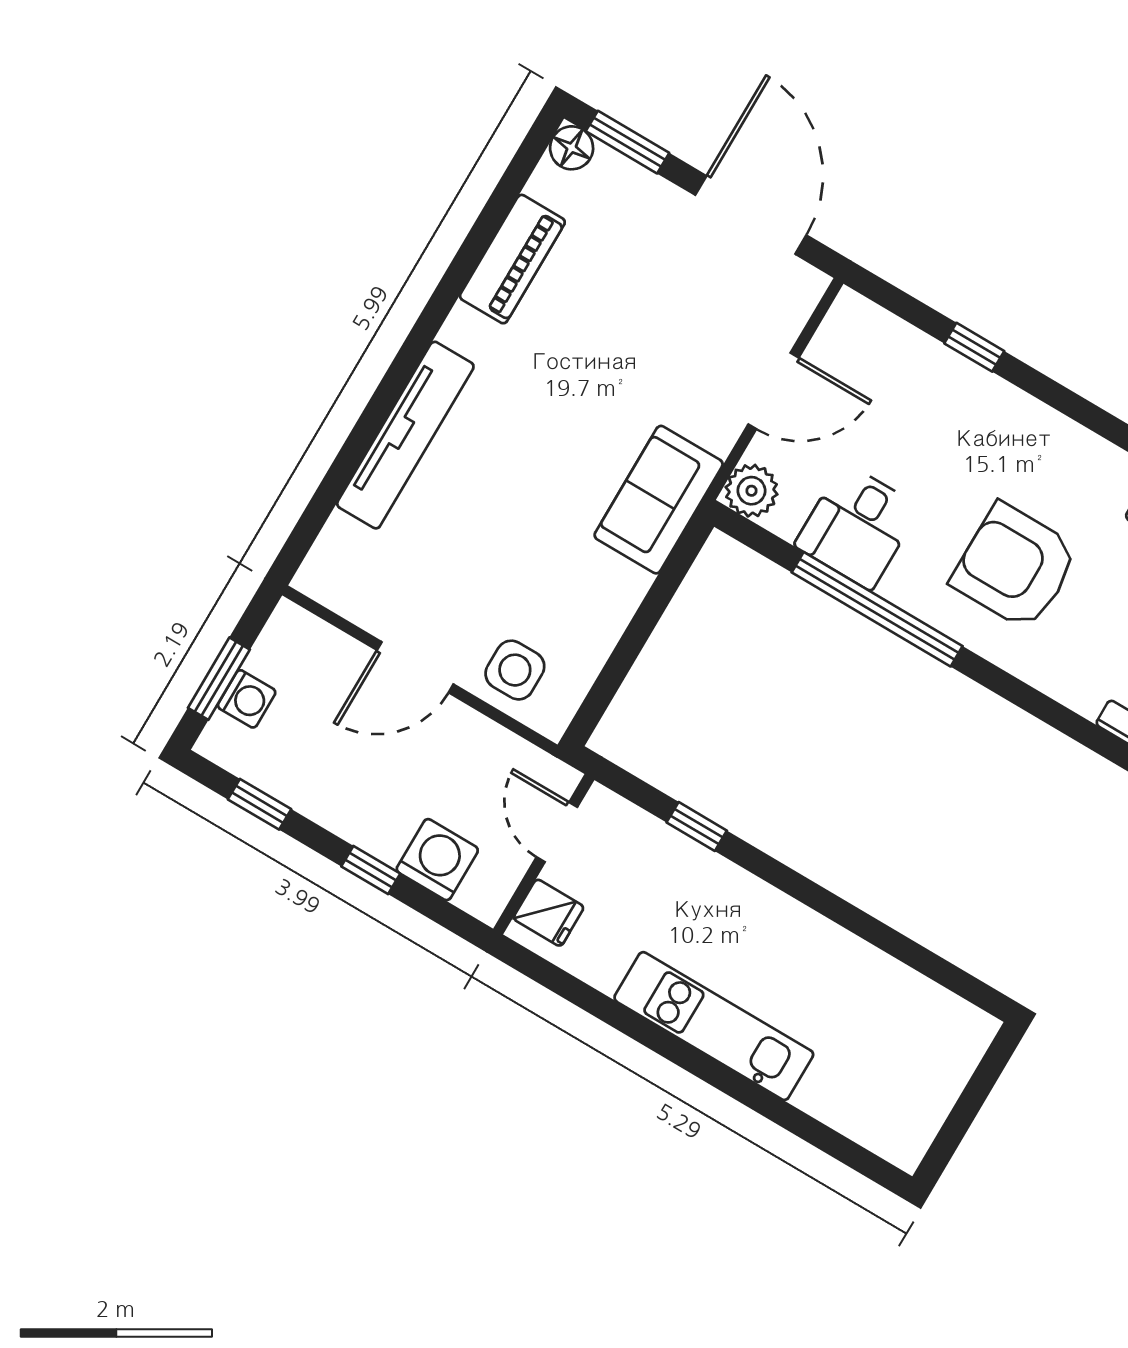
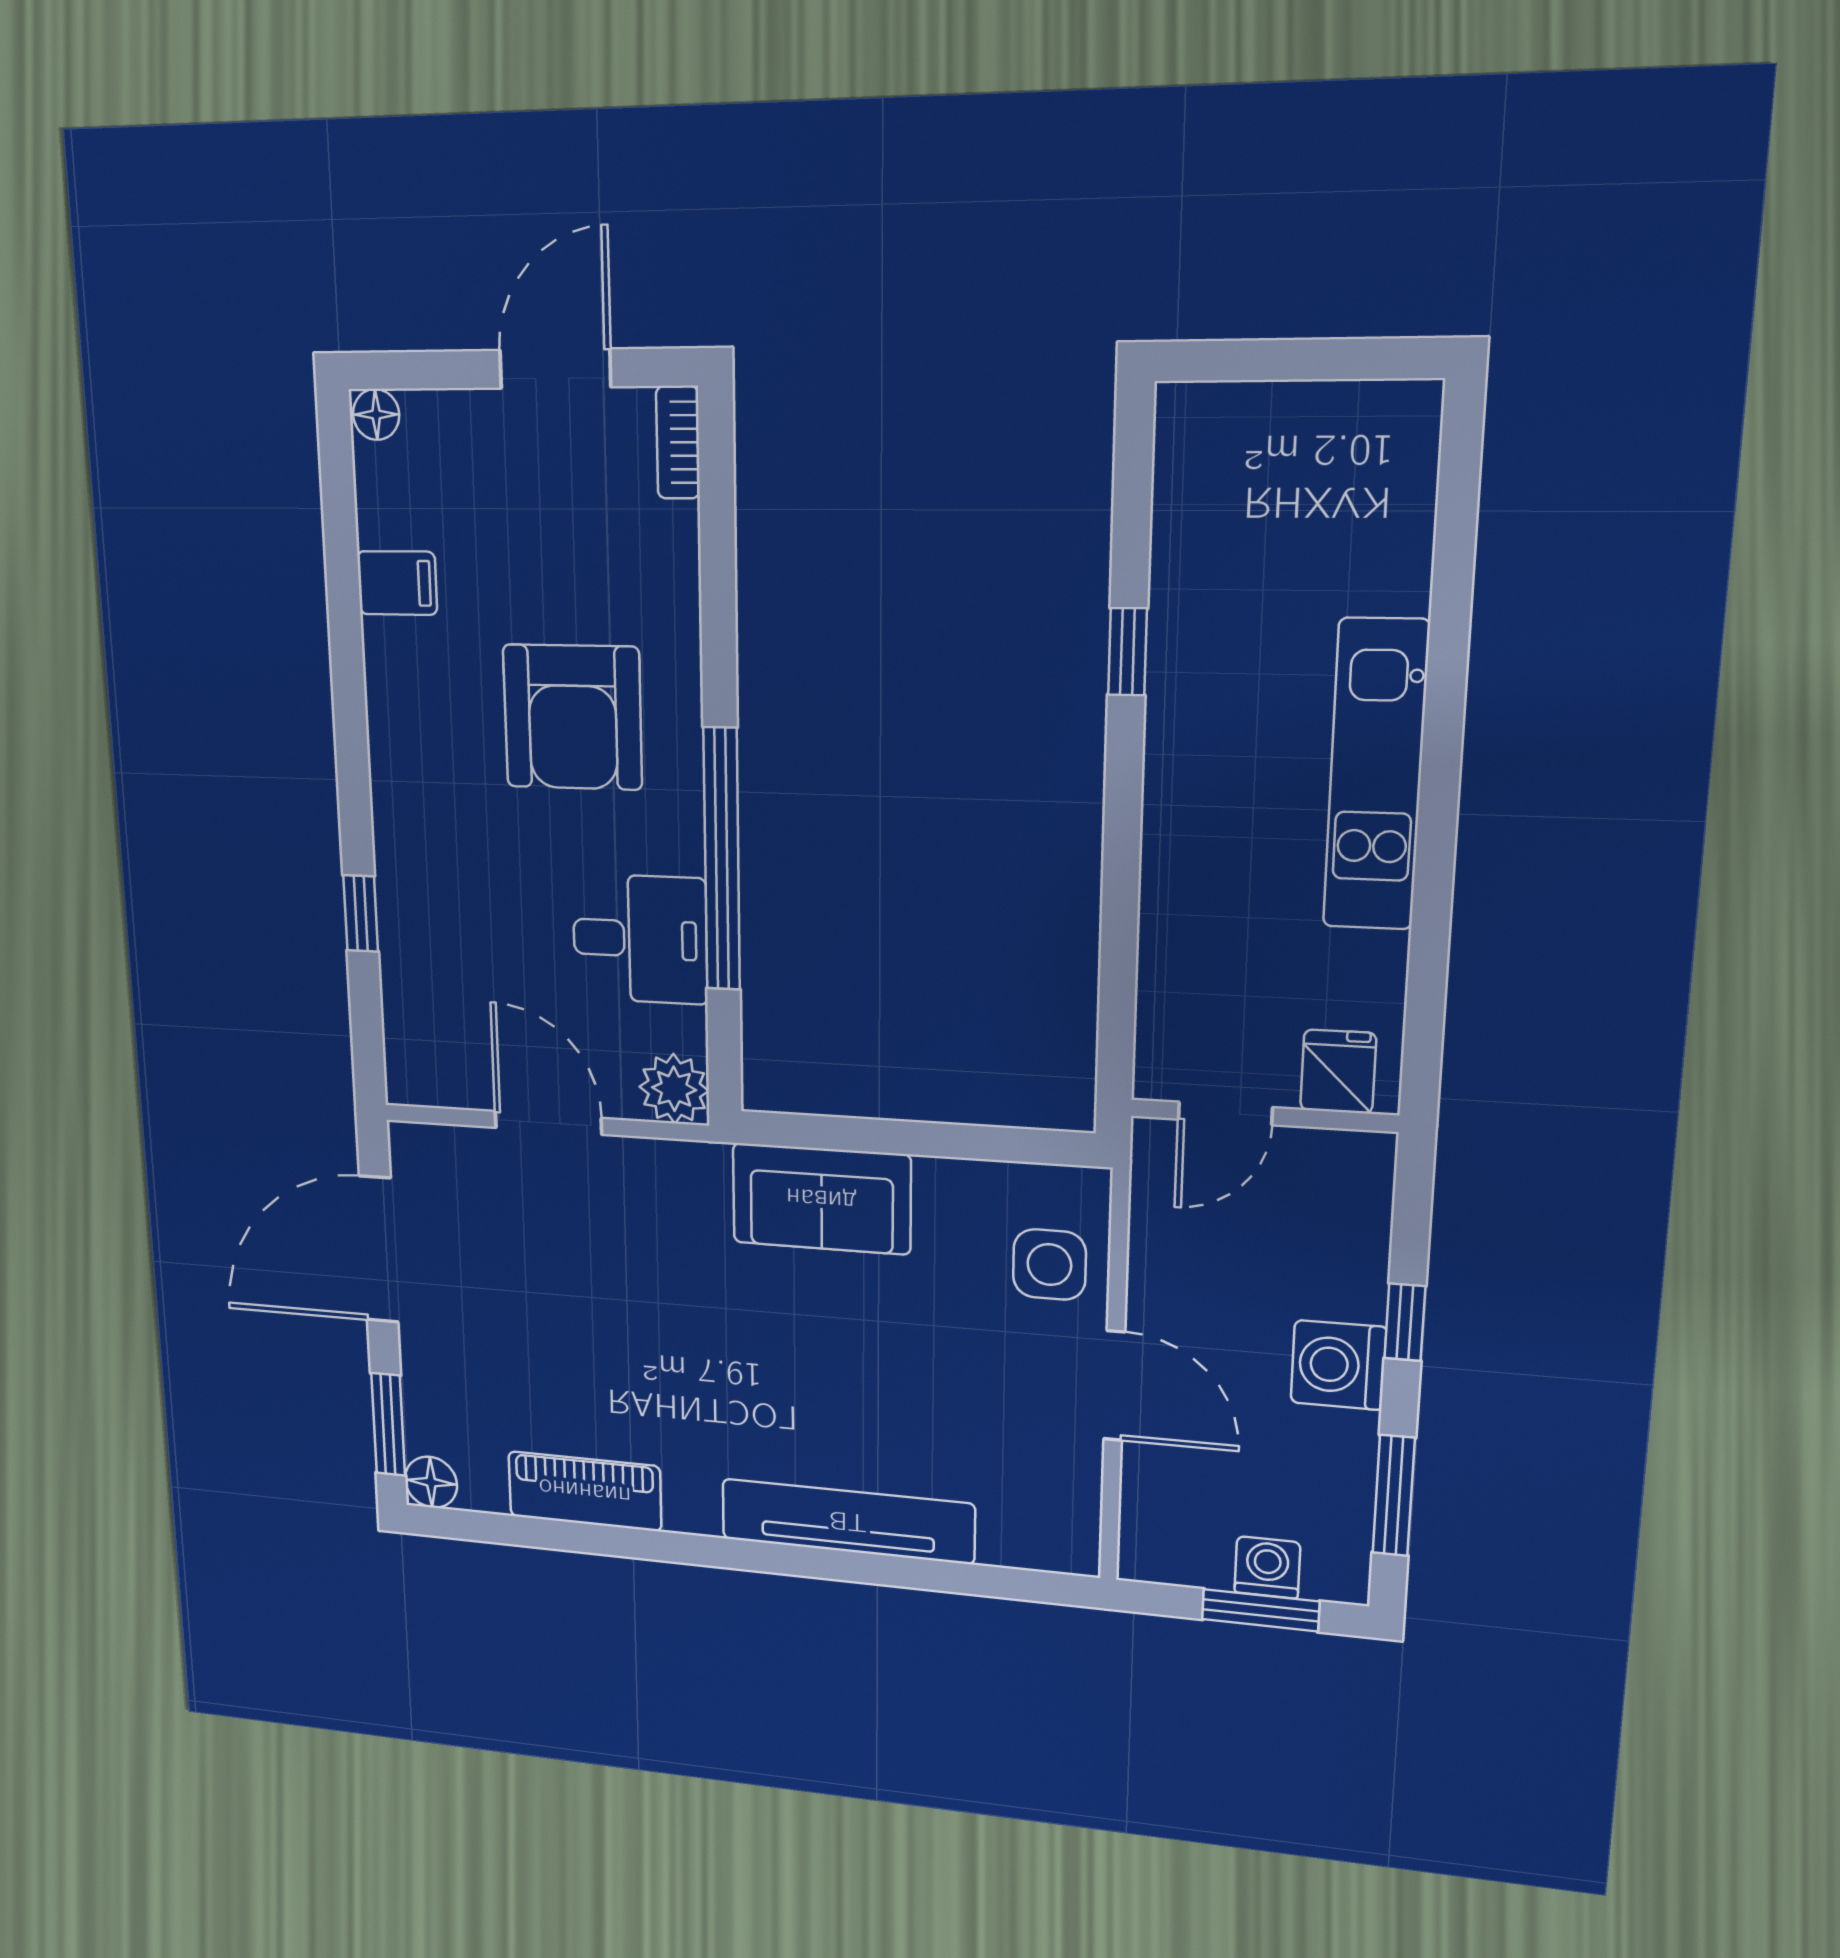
sofa: (659, 500) -> (821, 1199), moved
window: (260, 804) -> (1394, 1496), width x1.50
window: (697, 826) -> (1128, 652), moved
washing machine: (437, 860) -> (1338, 1365), moved

